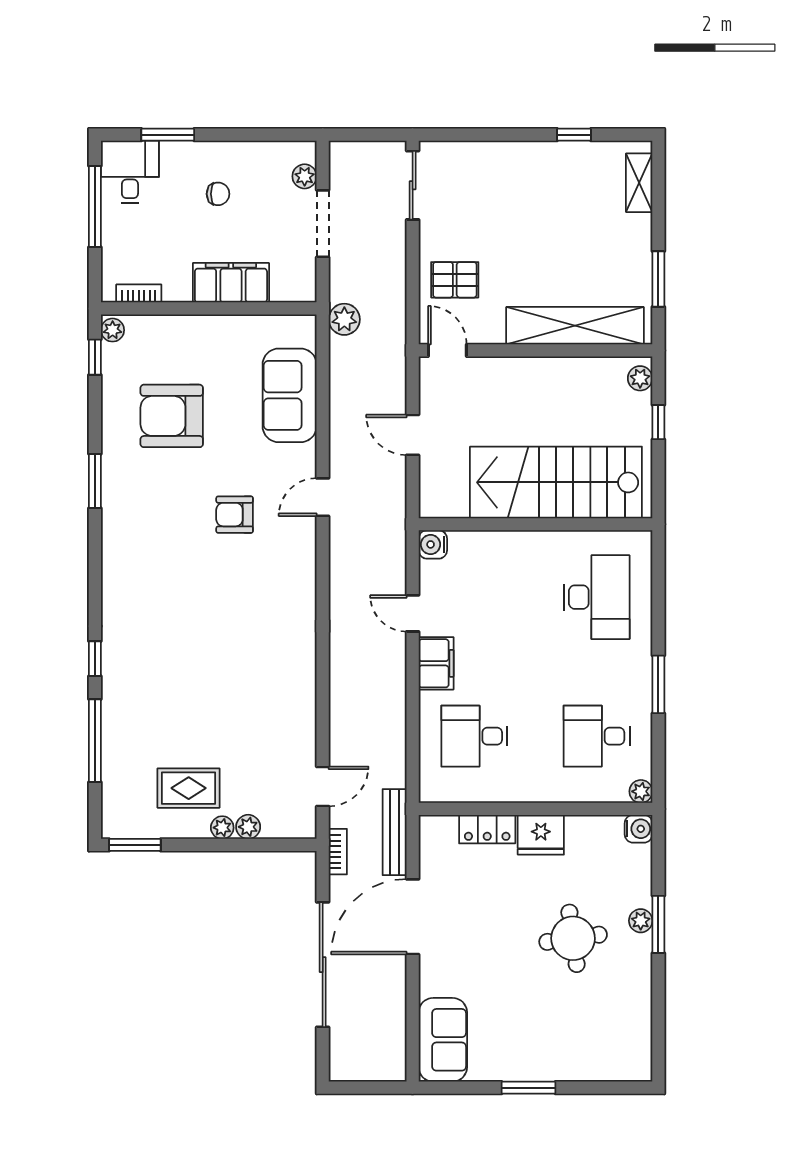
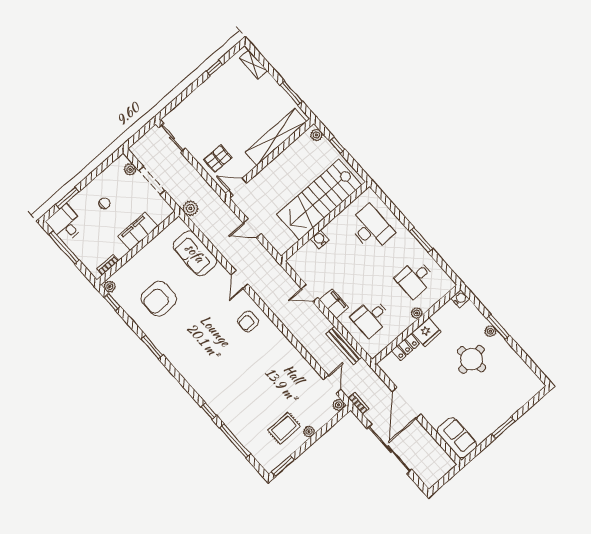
armchair: (235, 515) -> (248, 321), moved
water cooler: (433, 544) -> (320, 239), moved, turned 90
plant: (641, 791) -> (417, 313), moved
plant: (248, 827) -> (339, 405), moved
bench: (395, 832) -> (344, 345), moved

